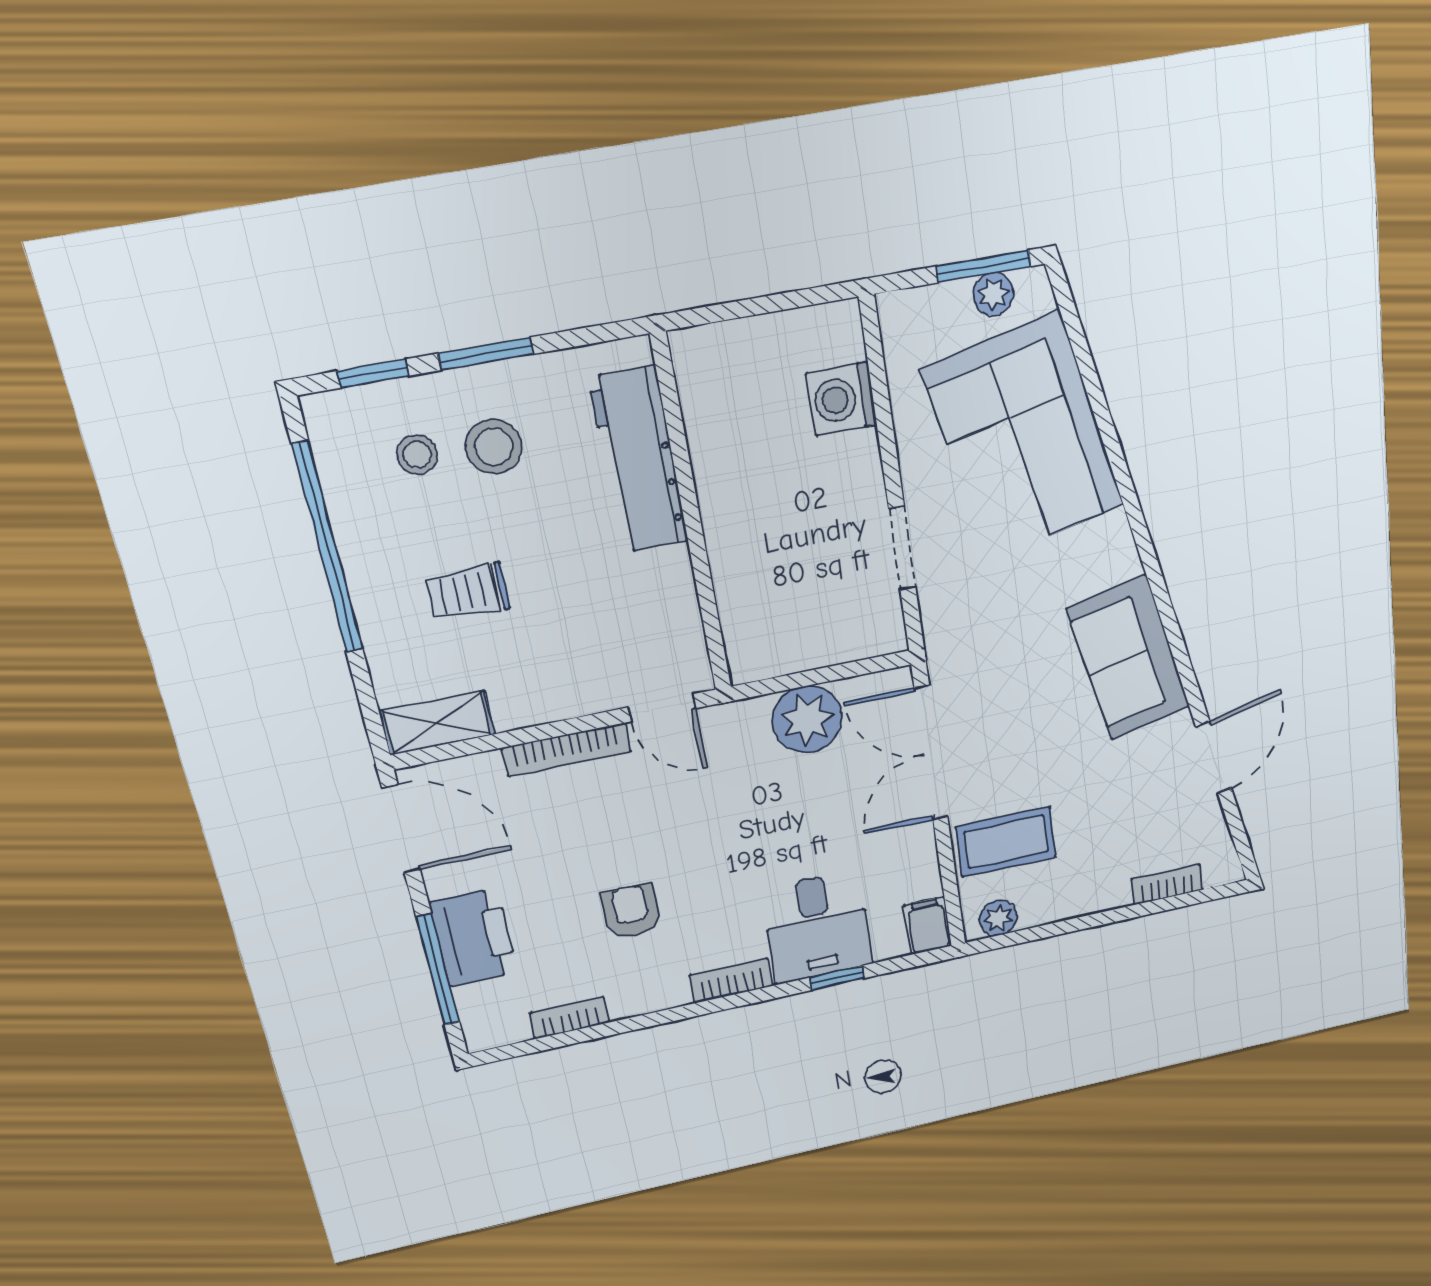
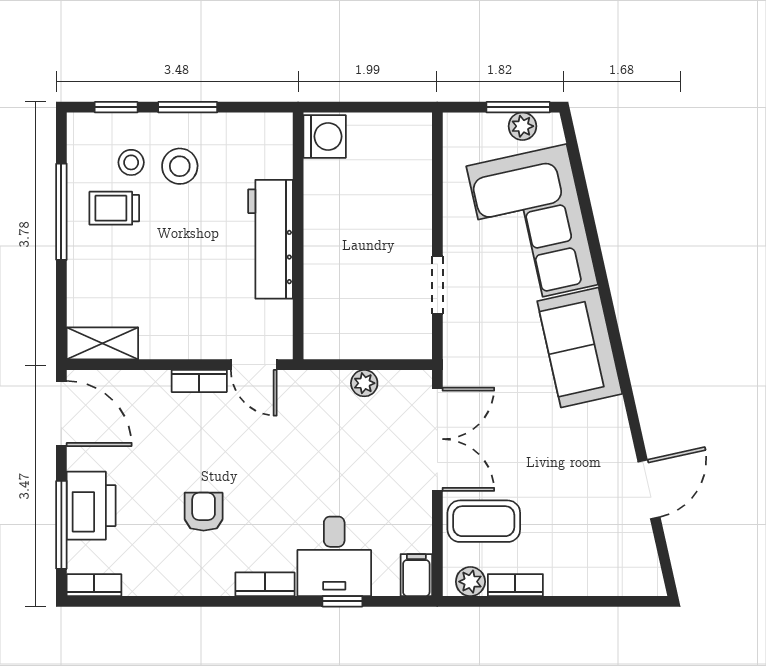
washing machine: (842, 399) -> (325, 136), moved, turned 180
workbench: (639, 460) -> (271, 239), moved
window: (328, 548) -> (61, 212), width x0.68
trolley: (468, 592) -> (114, 208), moved
sofa: (1129, 658) -> (580, 347), moved
plant: (807, 719) -> (364, 383), width x0.53, depth x0.53
bookcase: (567, 750) -> (199, 381), width x0.64
double door: (931, 753) -> (437, 439), swing flipped
bookcase: (1167, 885) -> (515, 585), moved
bookcase: (570, 1018) -> (94, 585), moved

